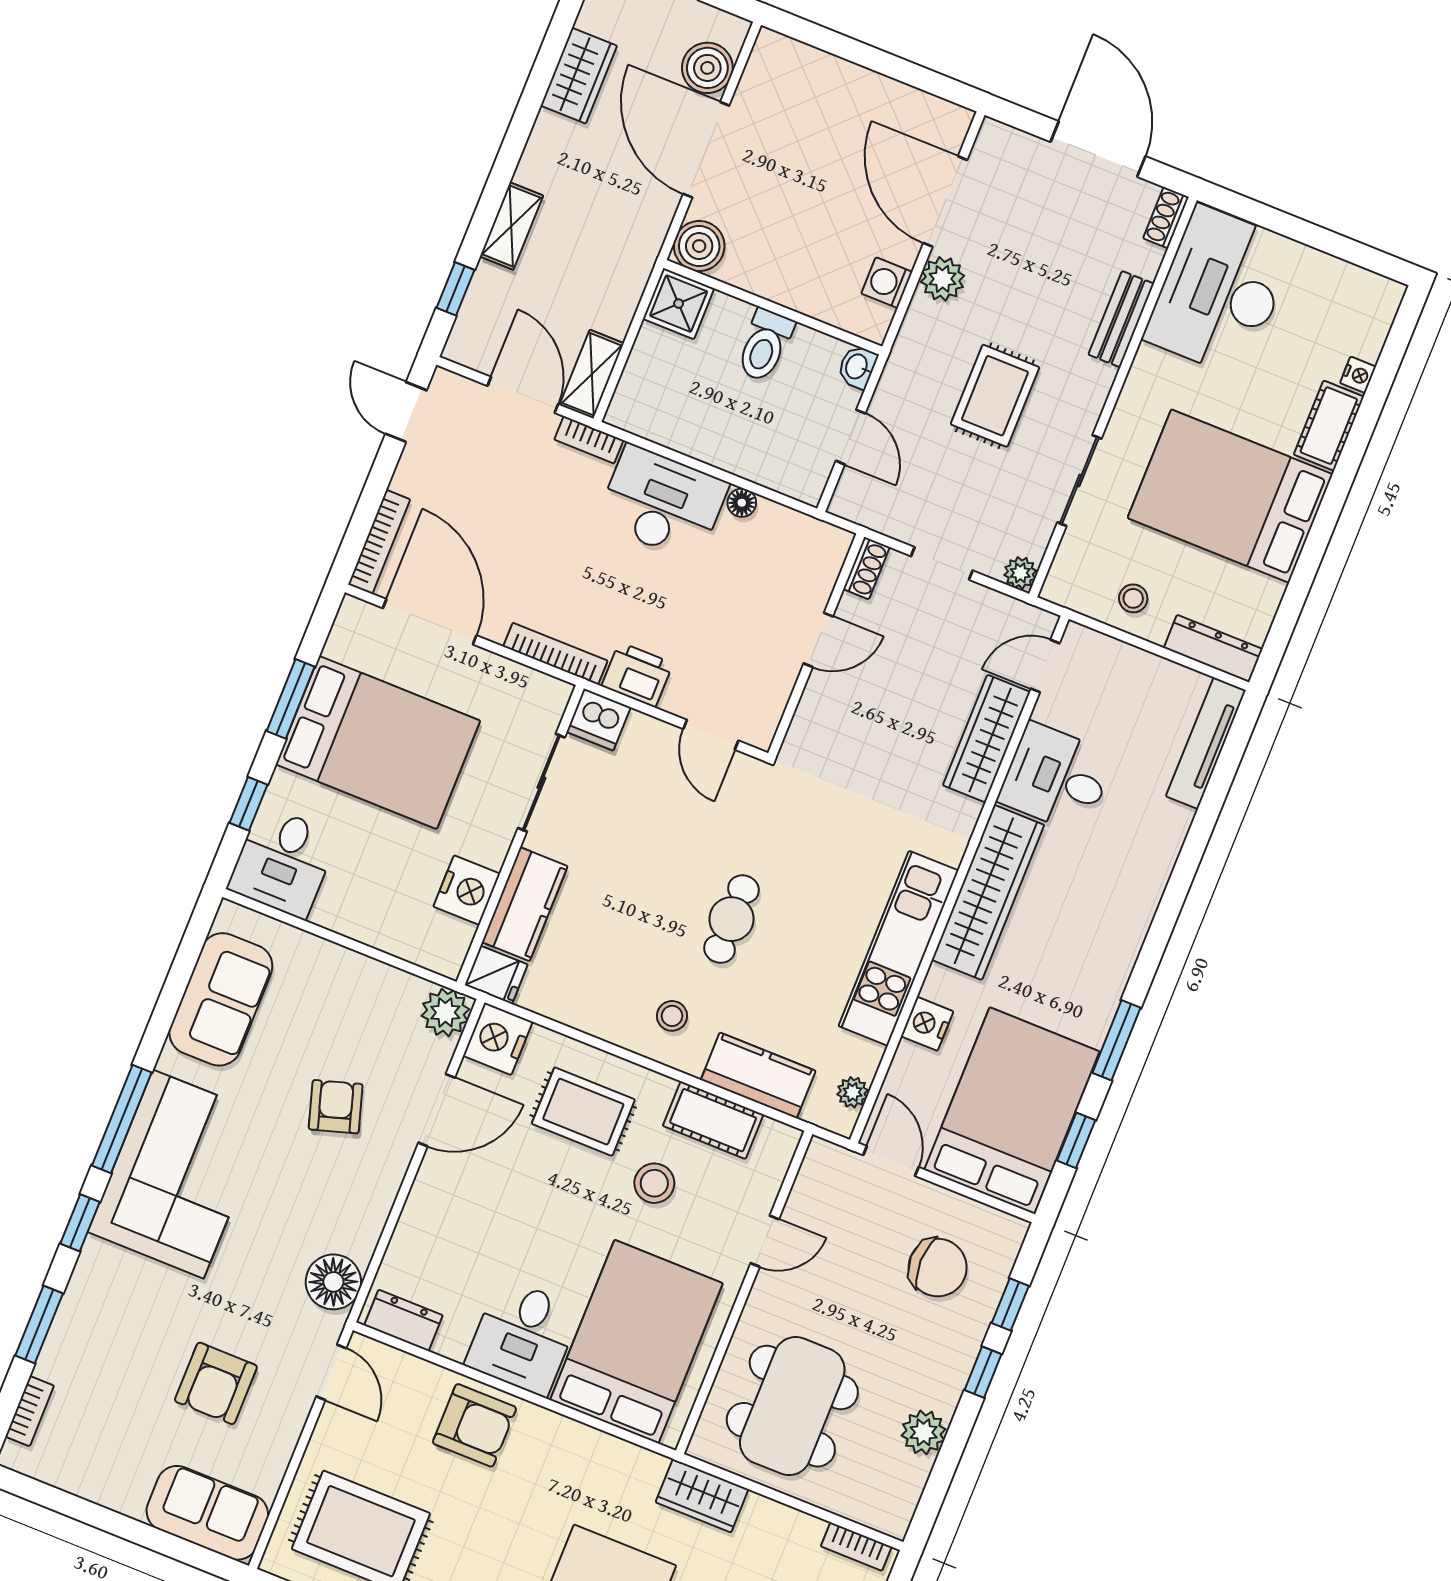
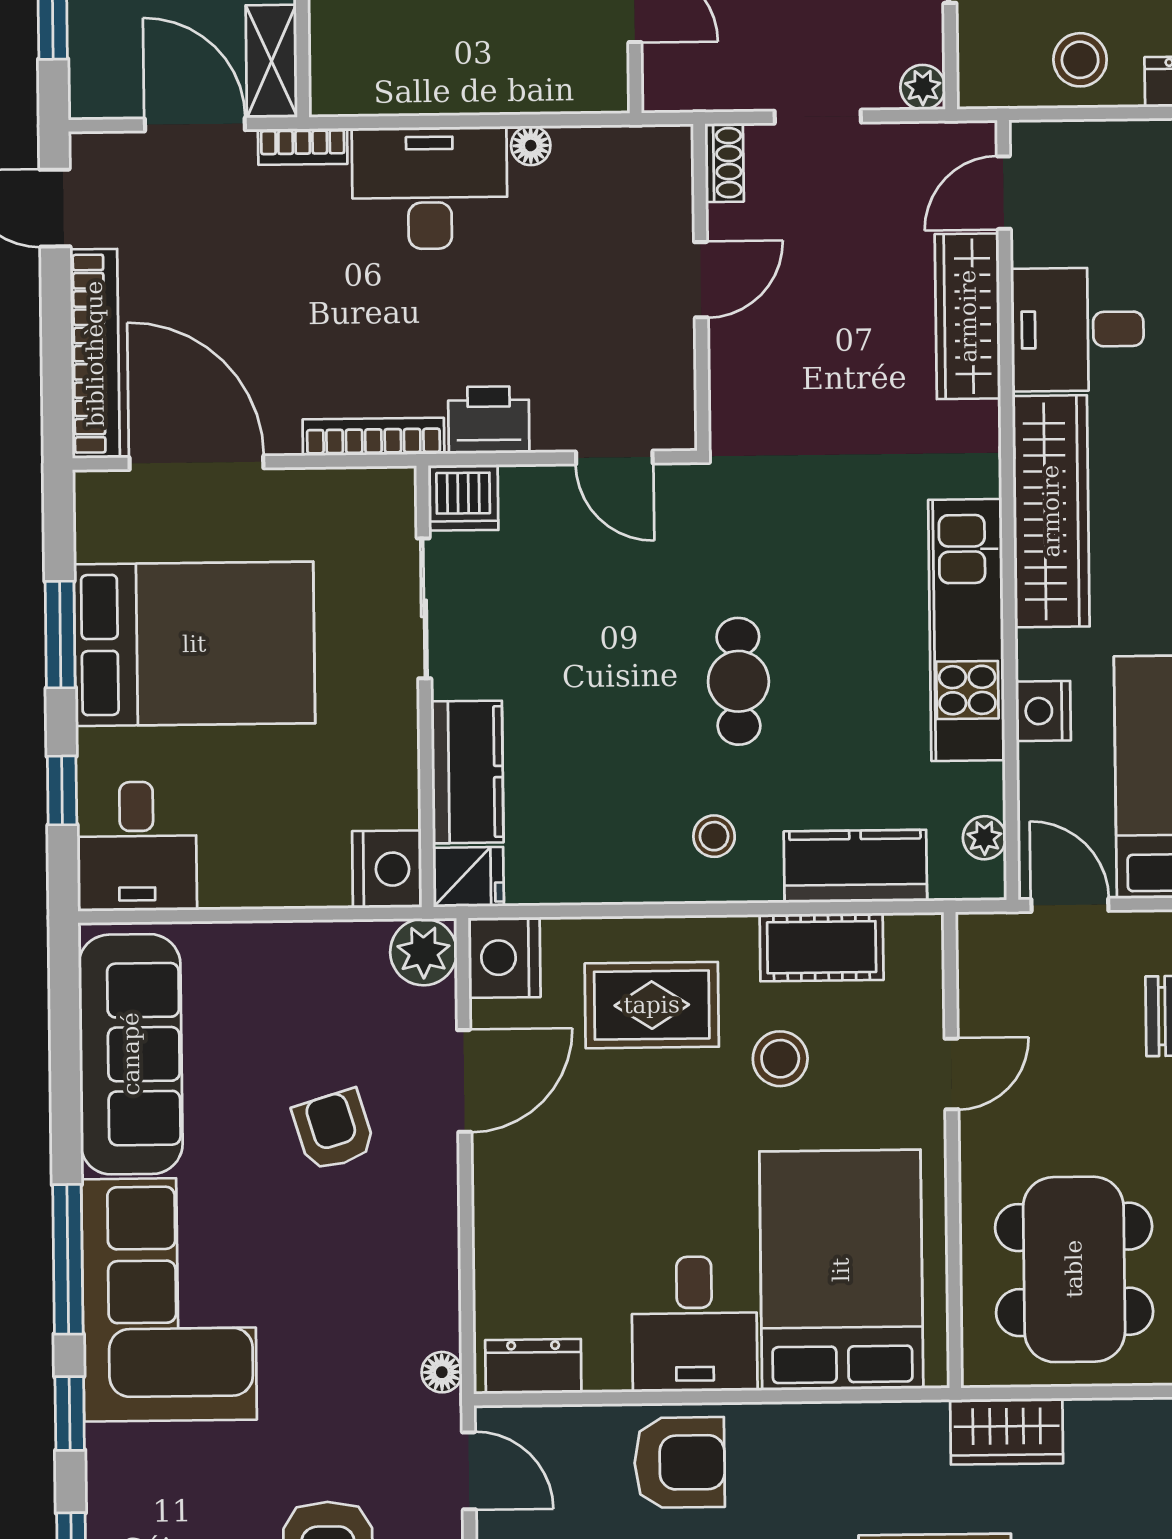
bookcase: (379, 542) -> (95, 354), width x1.48, depth x1.31
stool: (1133, 598) -> (1080, 60), width x1.37, depth x1.37
nightstand: (467, 890) -> (387, 869), moved
sofa: (221, 999) -> (131, 1054), width x1.36
floor lamp: (333, 1282) -> (442, 1372), width x0.53, depth x0.53

